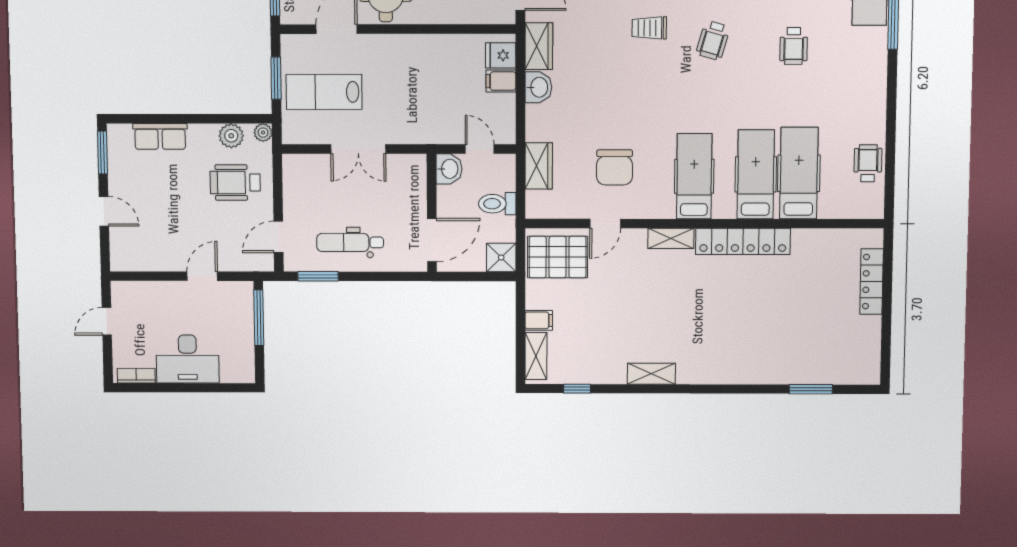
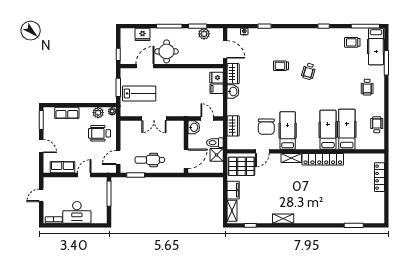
wheelchair: (794, 46) -> (367, 87), moved
lab bench: (324, 92) -> (139, 93), turned 180
hospital bed: (694, 176) -> (288, 131), moved
shower: (501, 257) -> (217, 155), moved
row of seats: (153, 259) -> (63, 167), added
filing cabinet: (539, 320) -> (233, 190), width x2.00

